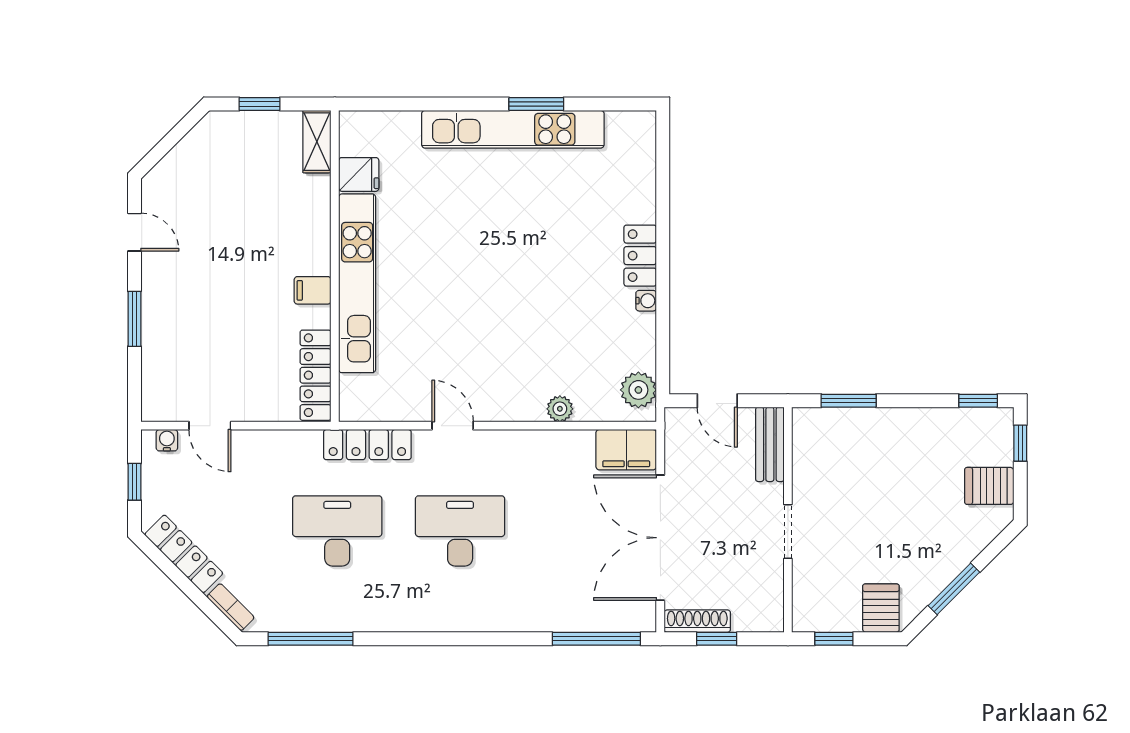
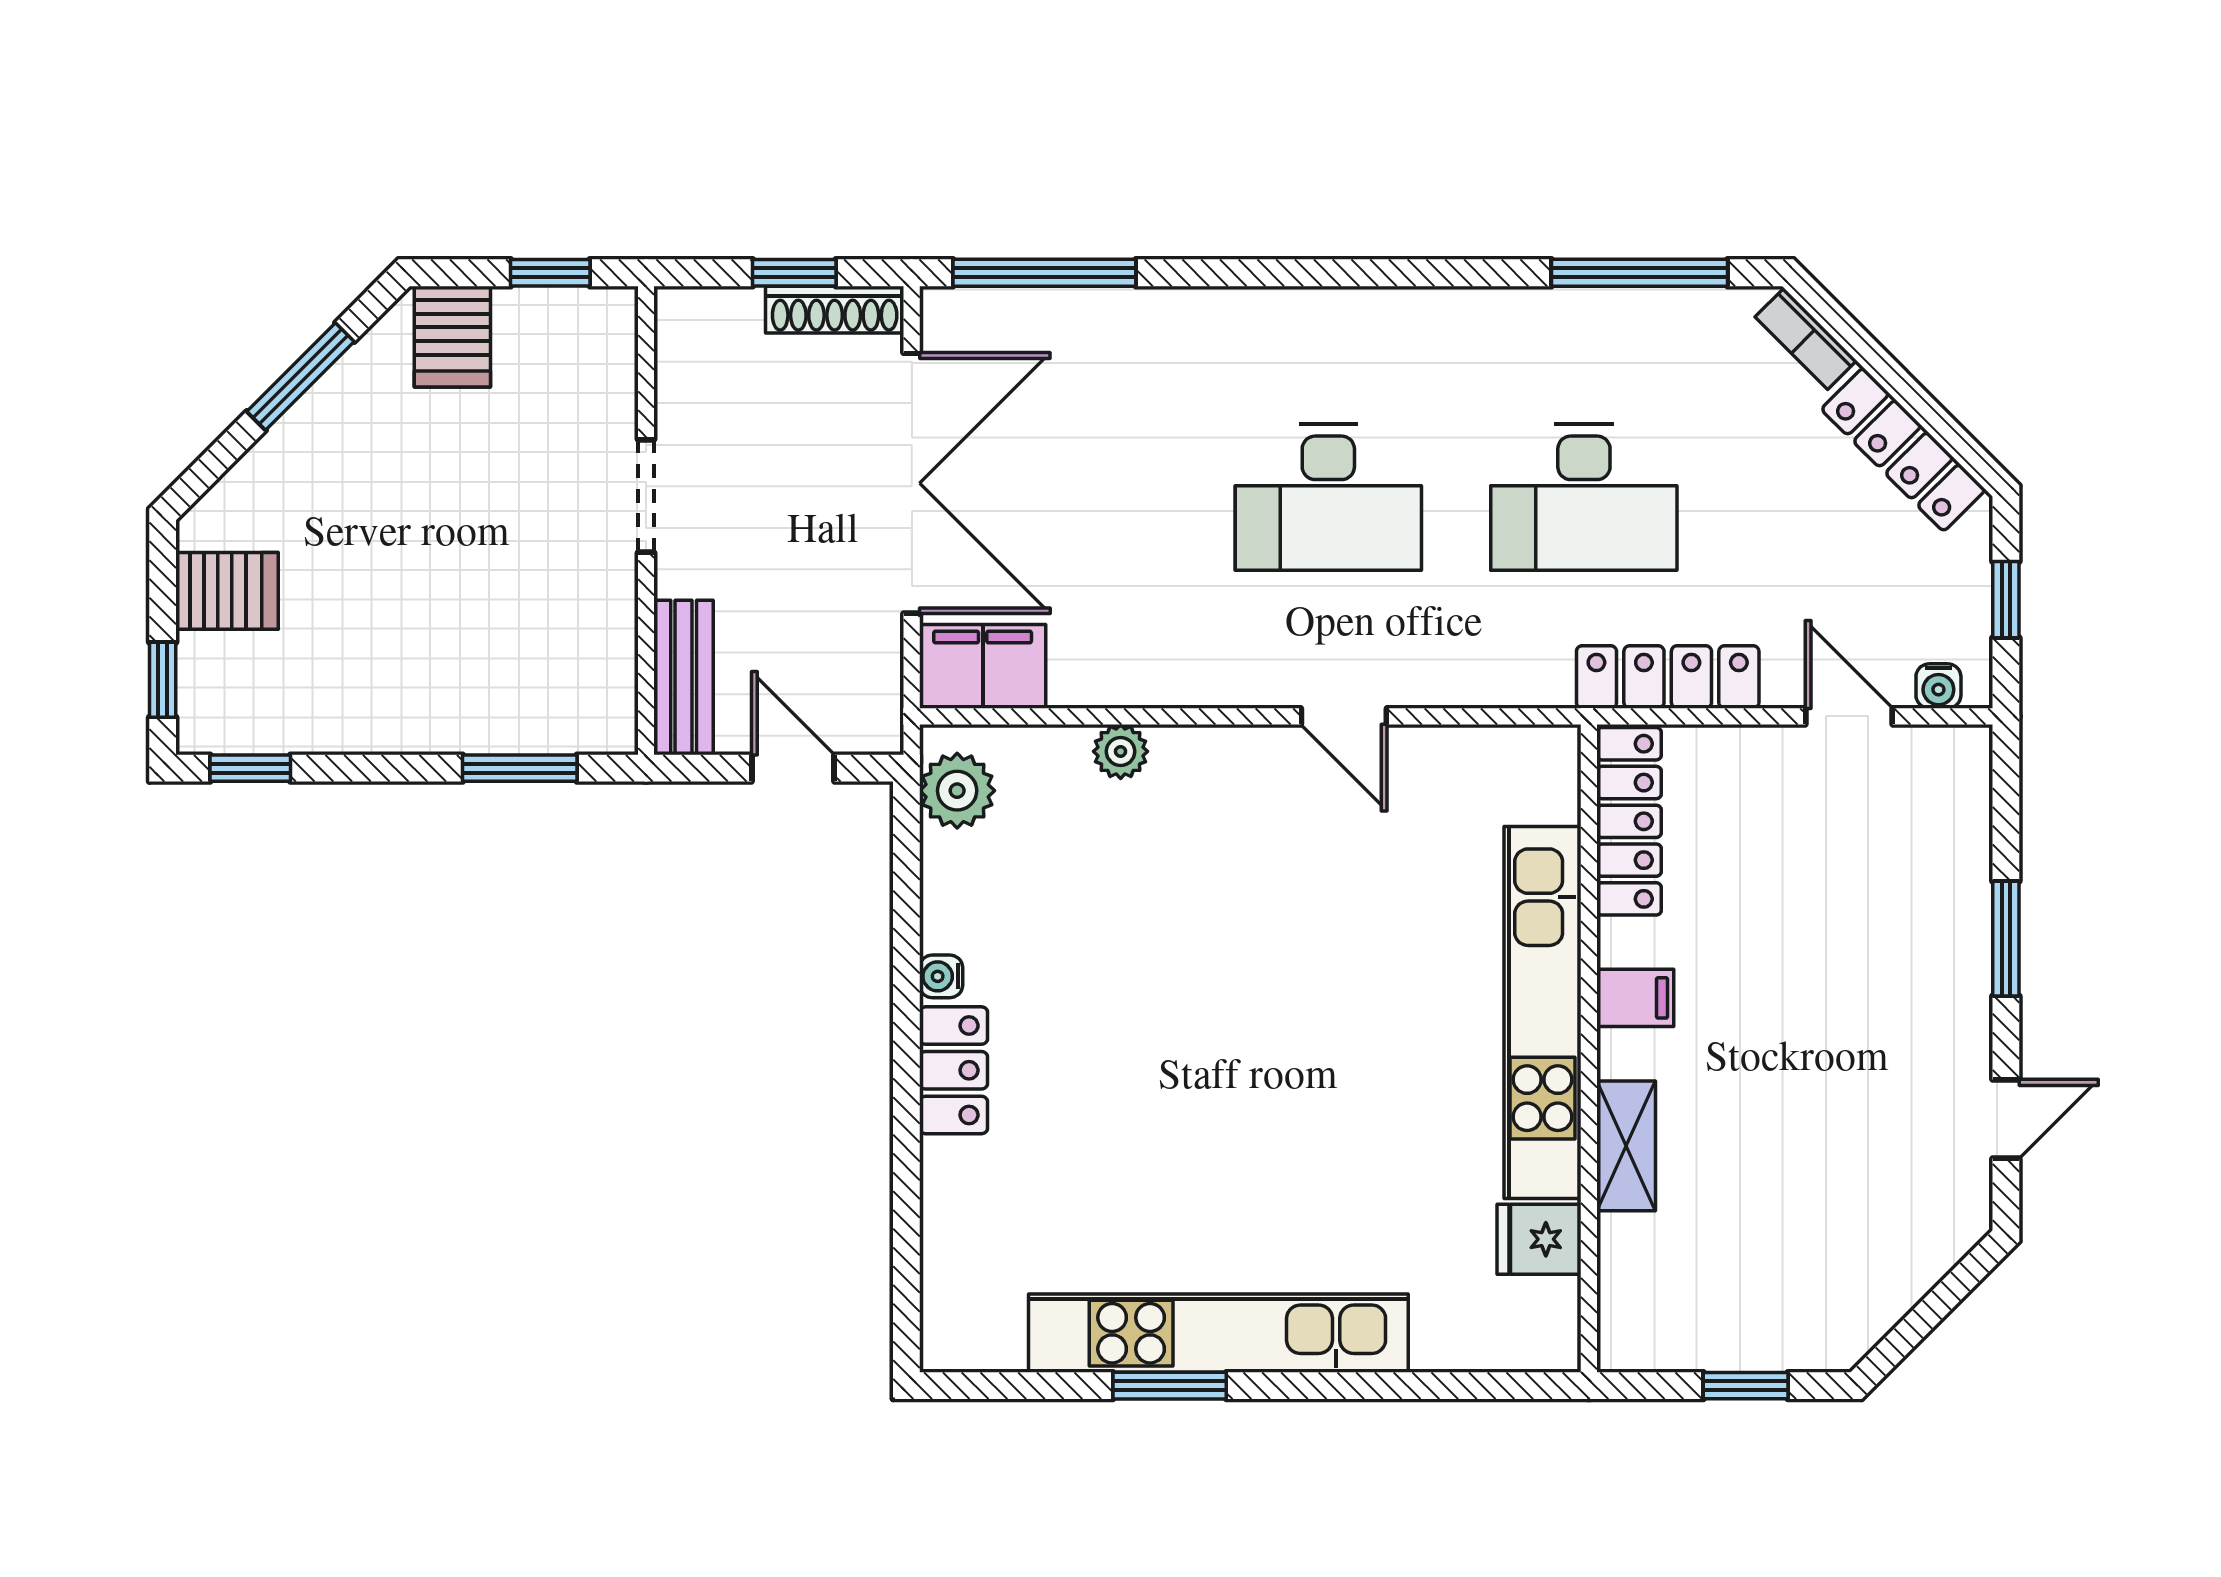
shelving: (317, 142) -> (1626, 1146), moved
door: (134, 232) -> (2006, 1119), swing flipped
locker: (367, 445) -> (1668, 677), moved

